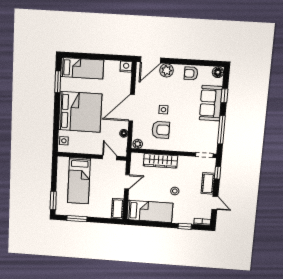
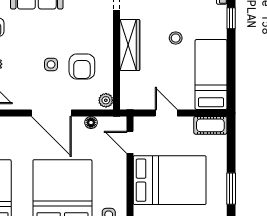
armchair: (161, 130) -> (82, 66), turned 180
door: (110, 158) -> (130, 142), hinge flipped
wardrobe: (160, 161) -> (130, 45), moved
bed: (79, 181) -> (170, 180), width x1.50

